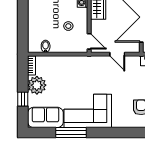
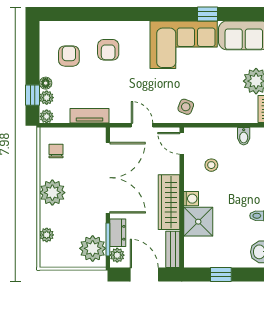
side table: (86, 67) -> (186, 107), added
window: (71, 133) -> (208, 14), width x0.46

